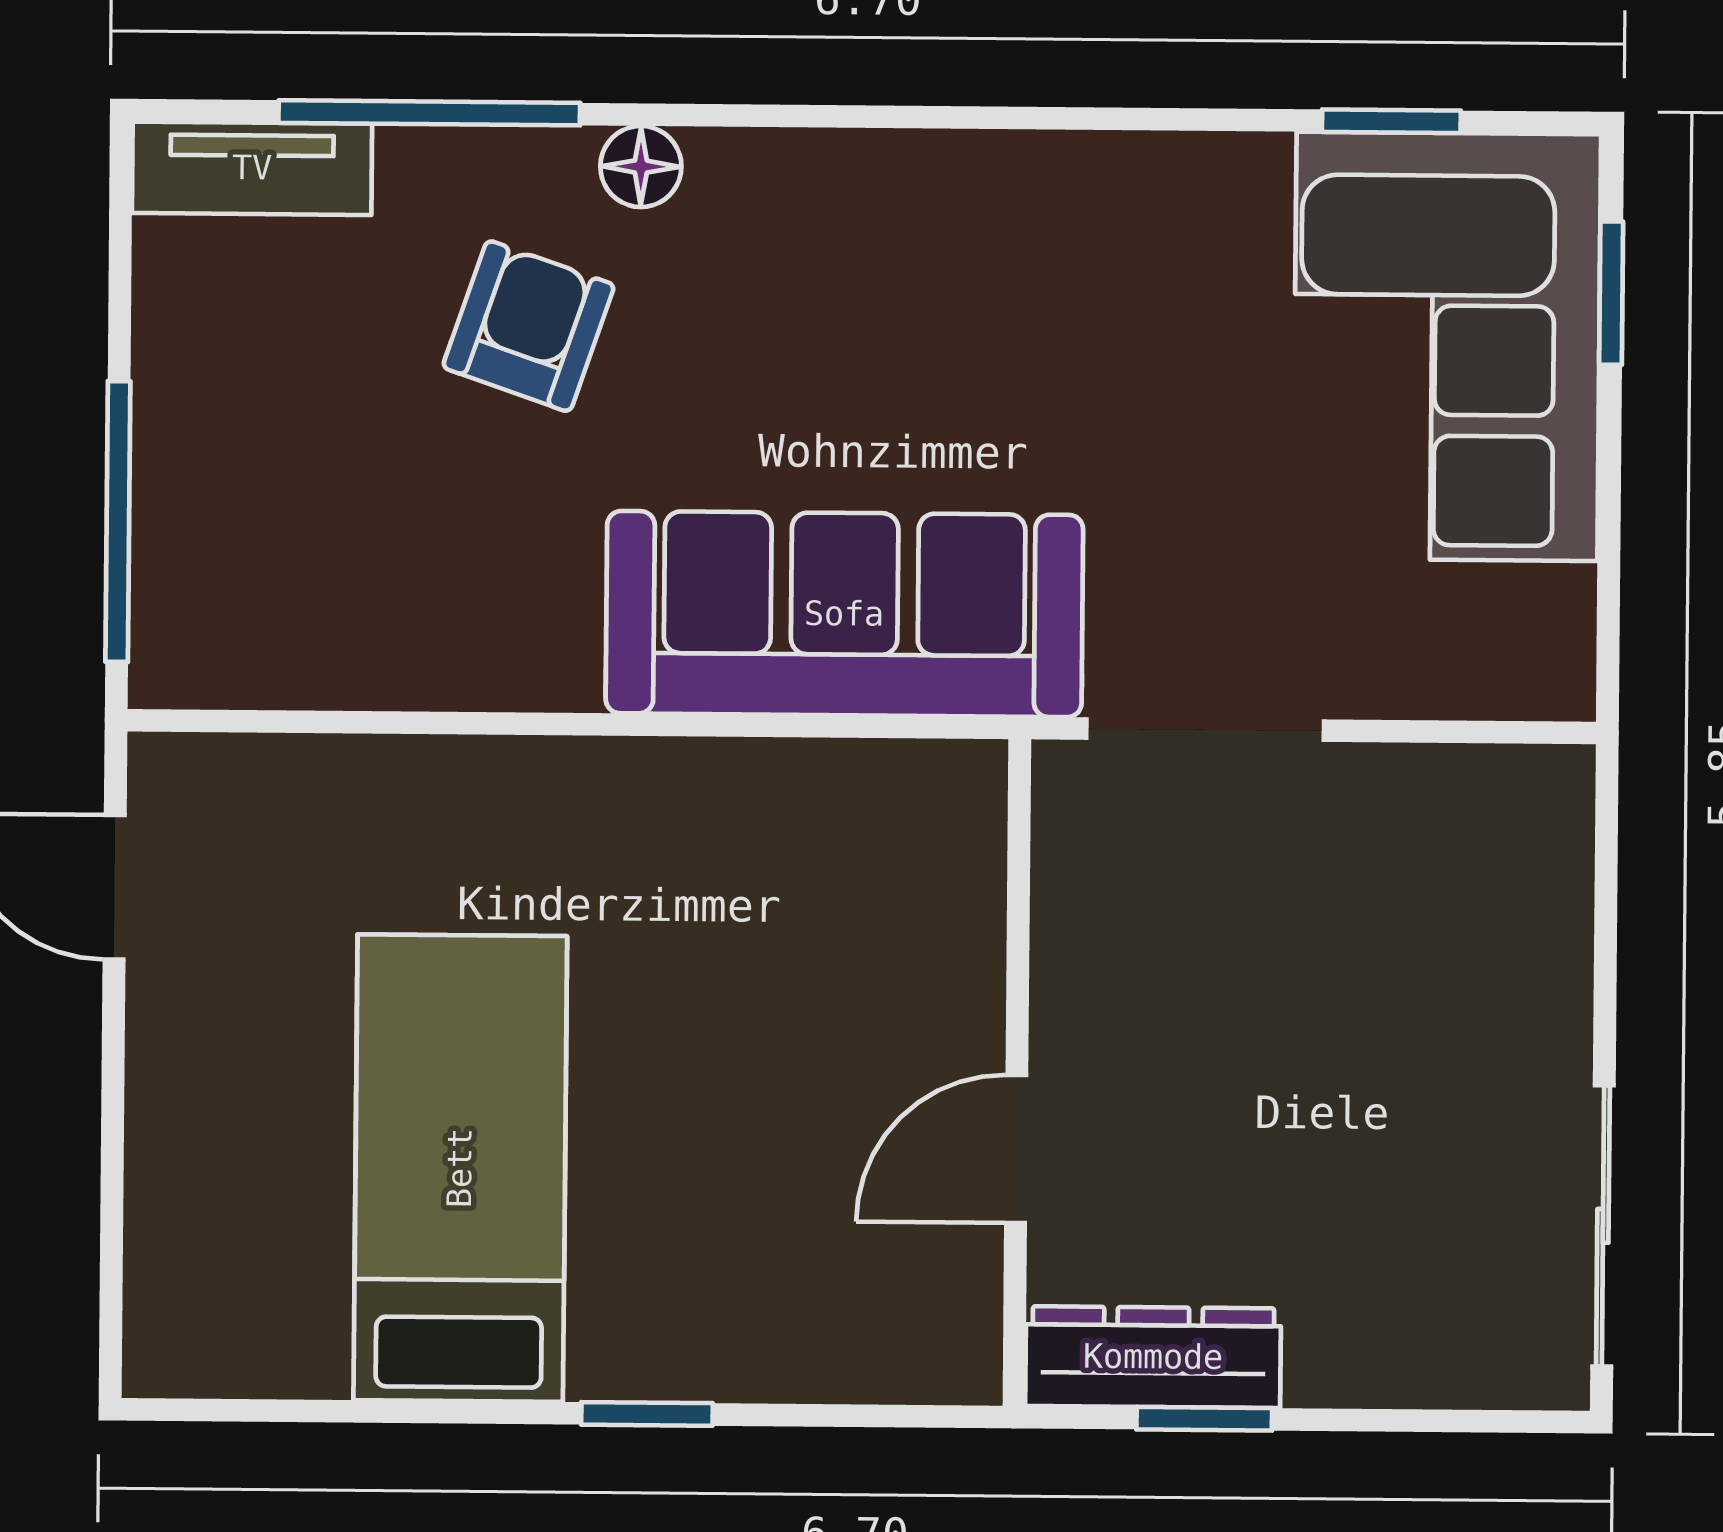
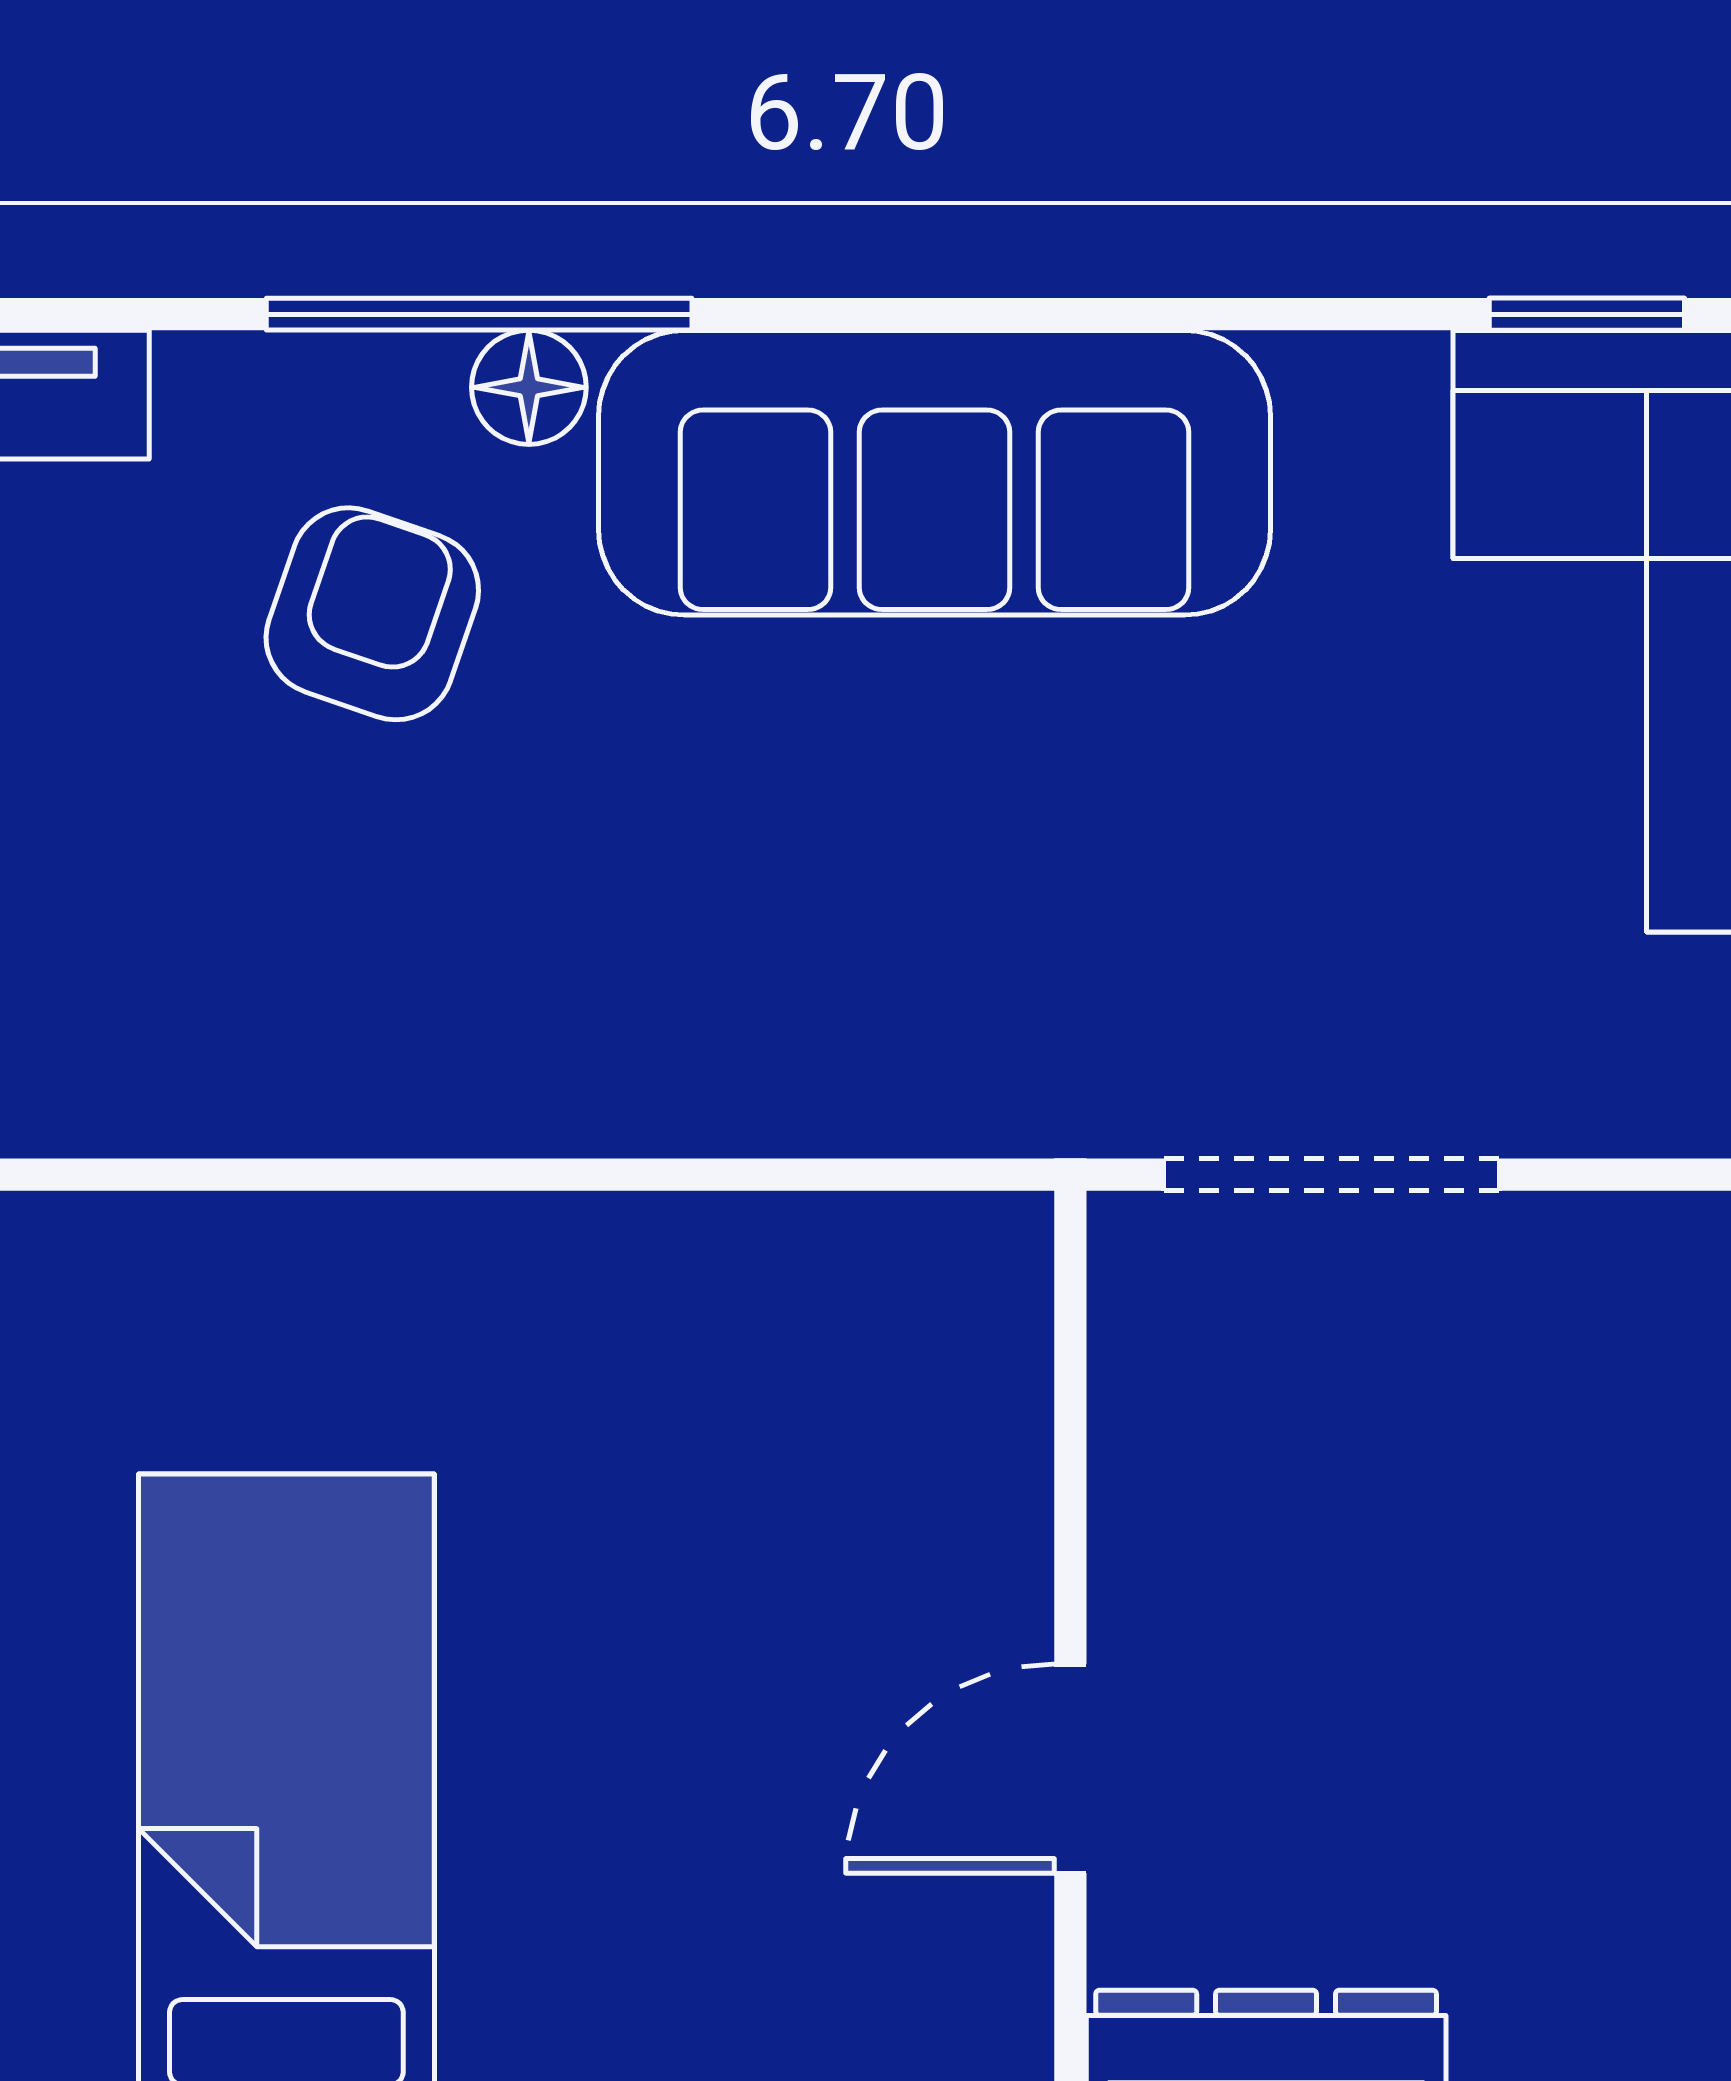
window: (429, 113) -> (479, 314), moved
sofa: (844, 614) -> (934, 473), moved, turned 180

